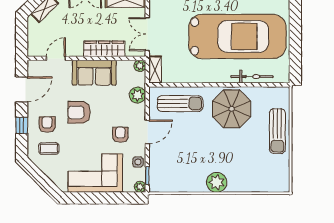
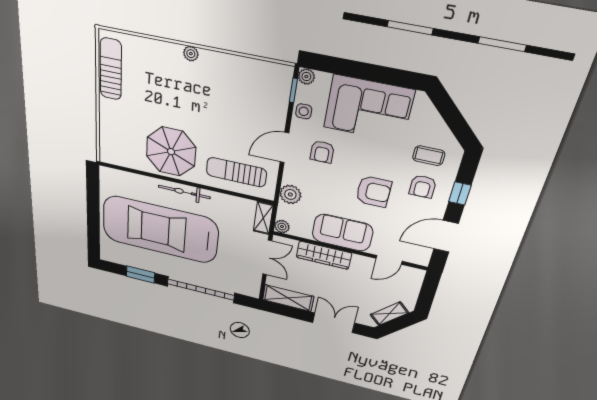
bicycle: (252, 77) -> (184, 192), moved
sun lounger: (277, 131) -> (111, 69), moved
plant: (217, 182) -> (191, 54), width x0.53, depth x0.53

